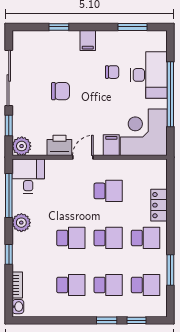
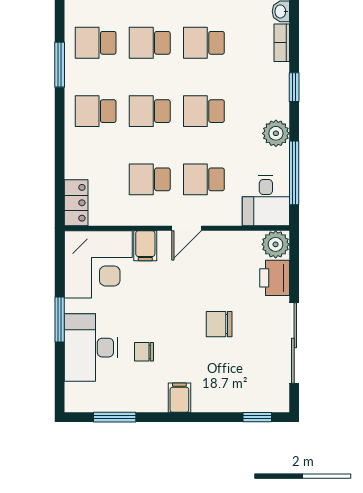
window: (59, 27) -> (257, 417), moved
window: (170, 94) -> (60, 320), width x0.47
window: (9, 125) -> (294, 274), removed
printer: (59, 145) -> (275, 278), moved, turned 90
school desk: (71, 191) -> (204, 179), added
locker: (159, 205) -> (76, 203), moved

